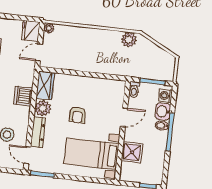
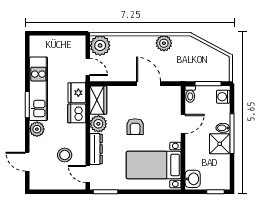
plant: (49, 28) -> (100, 45), width x1.87, depth x1.87
fridge: (31, 31) -> (77, 93), moved
plant: (129, 40) -> (164, 43), moved
door: (39, 53) -> (88, 67), swing flipped
door: (95, 75) -> (149, 84), added
washbasin: (163, 111) -> (193, 179), moved, turned 180
shower: (132, 152) -> (220, 144), moved

